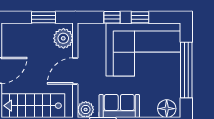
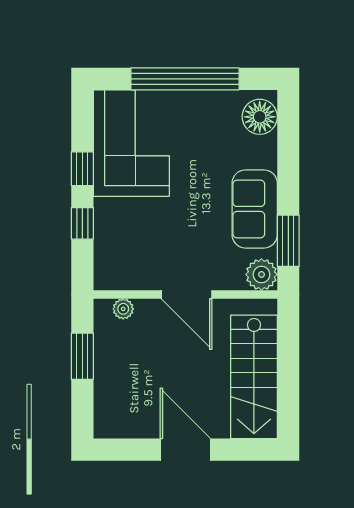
plant: (63, 38) -> (123, 309), width x0.53, depth x0.53
corner sofa: (143, 49) -> (131, 143), width x0.73, depth x0.74

